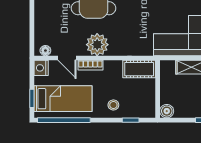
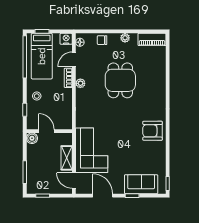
chair: (43, 23) -> (102, 40), added
plant: (97, 45) -> (80, 83), width x0.53, depth x0.53
cot: (139, 69) -> (65, 116), removed
door: (158, 93) -> (46, 131), added

